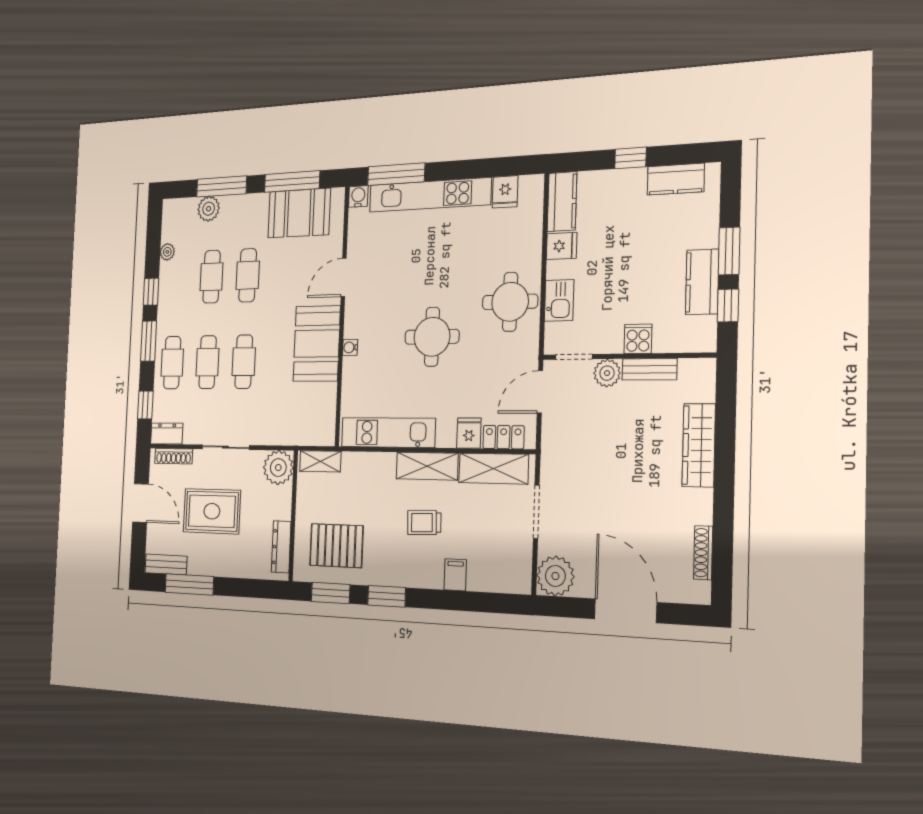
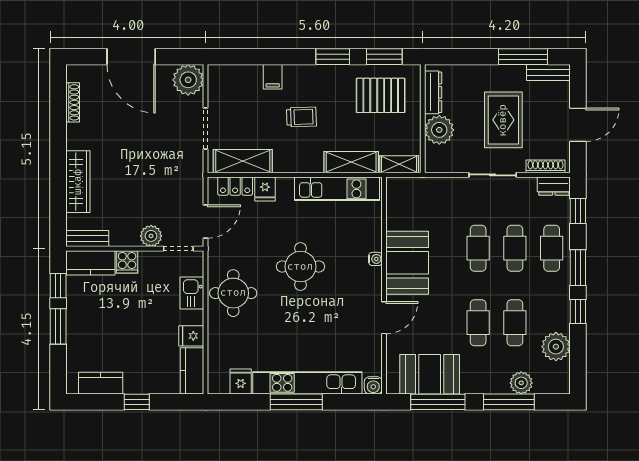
window: (396, 174) -> (296, 402), moved
plant: (167, 252) -> (556, 347), width x1.88, depth x1.88
kitchen counter: (702, 282) -> (90, 263), moved, turned 90
bench: (650, 369) -> (87, 239), moved
shelving: (427, 466) -> (351, 162), moved
plant: (278, 468) -> (439, 130), moved
door: (141, 503) -> (578, 125), swing flipped
rug: (212, 511) -> (503, 120), turned 90

